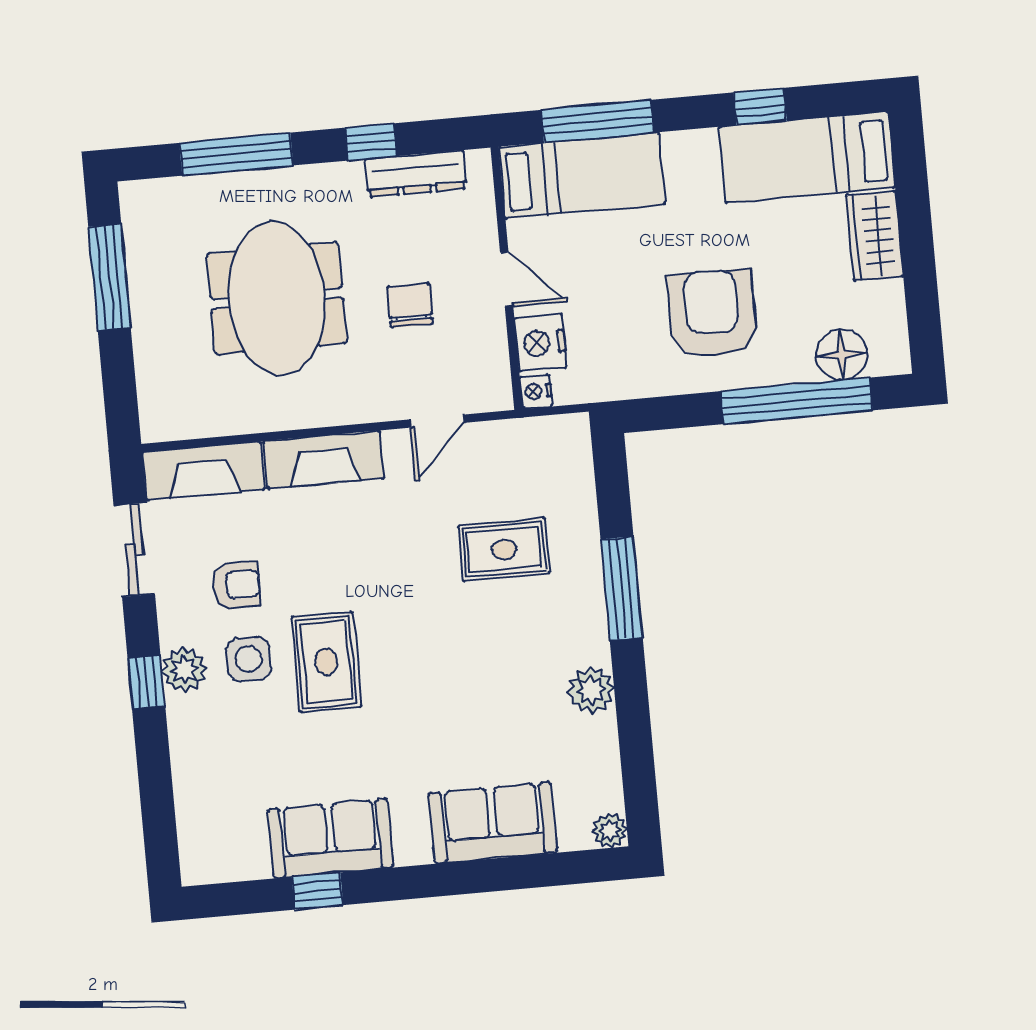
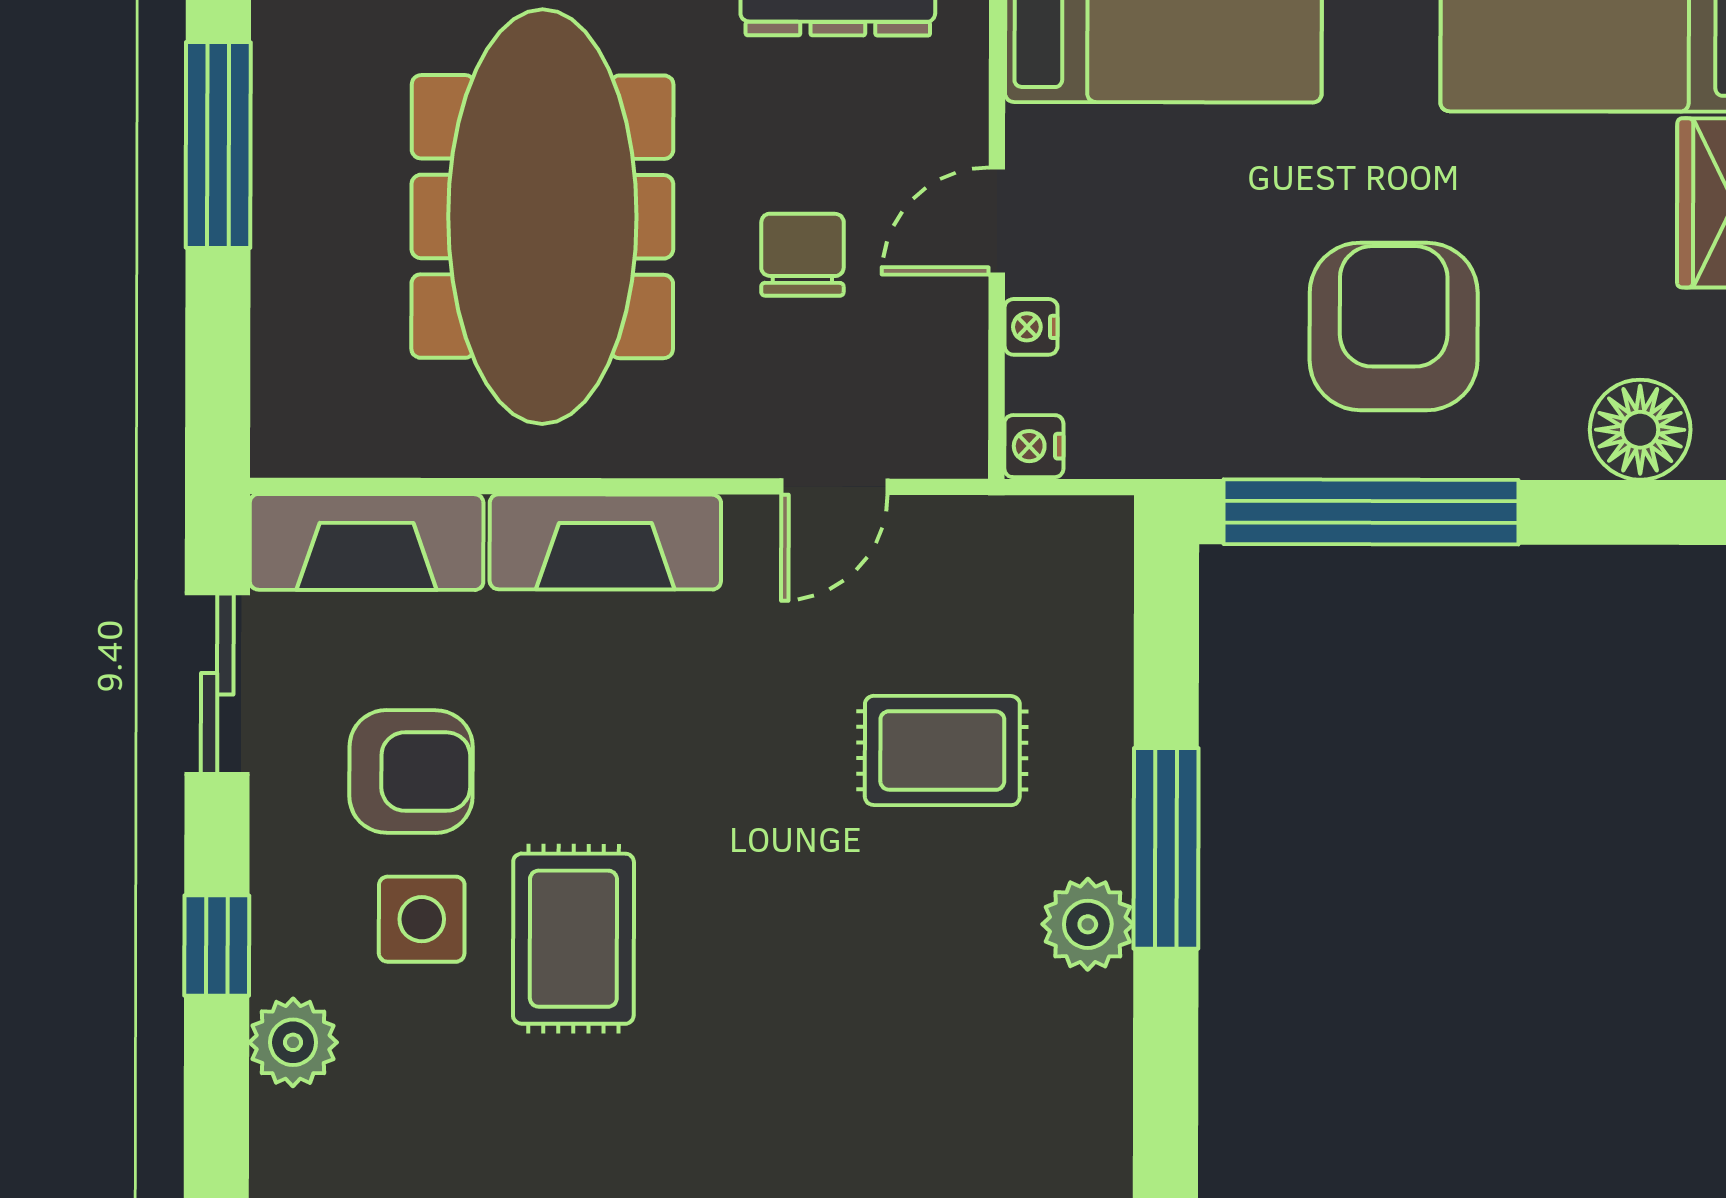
door: (507, 279) -> (997, 221), swing flipped
meeting table: (277, 298) -> (542, 217), width x1.36
nightstand: (541, 343) -> (1031, 327), width x0.53, depth x0.56
window: (796, 401) -> (1371, 512), moved
armchair: (236, 585) -> (411, 772), width x1.38, depth x1.38
plant: (184, 670) -> (293, 1042), moved
plant: (591, 690) -> (1088, 924), moved

